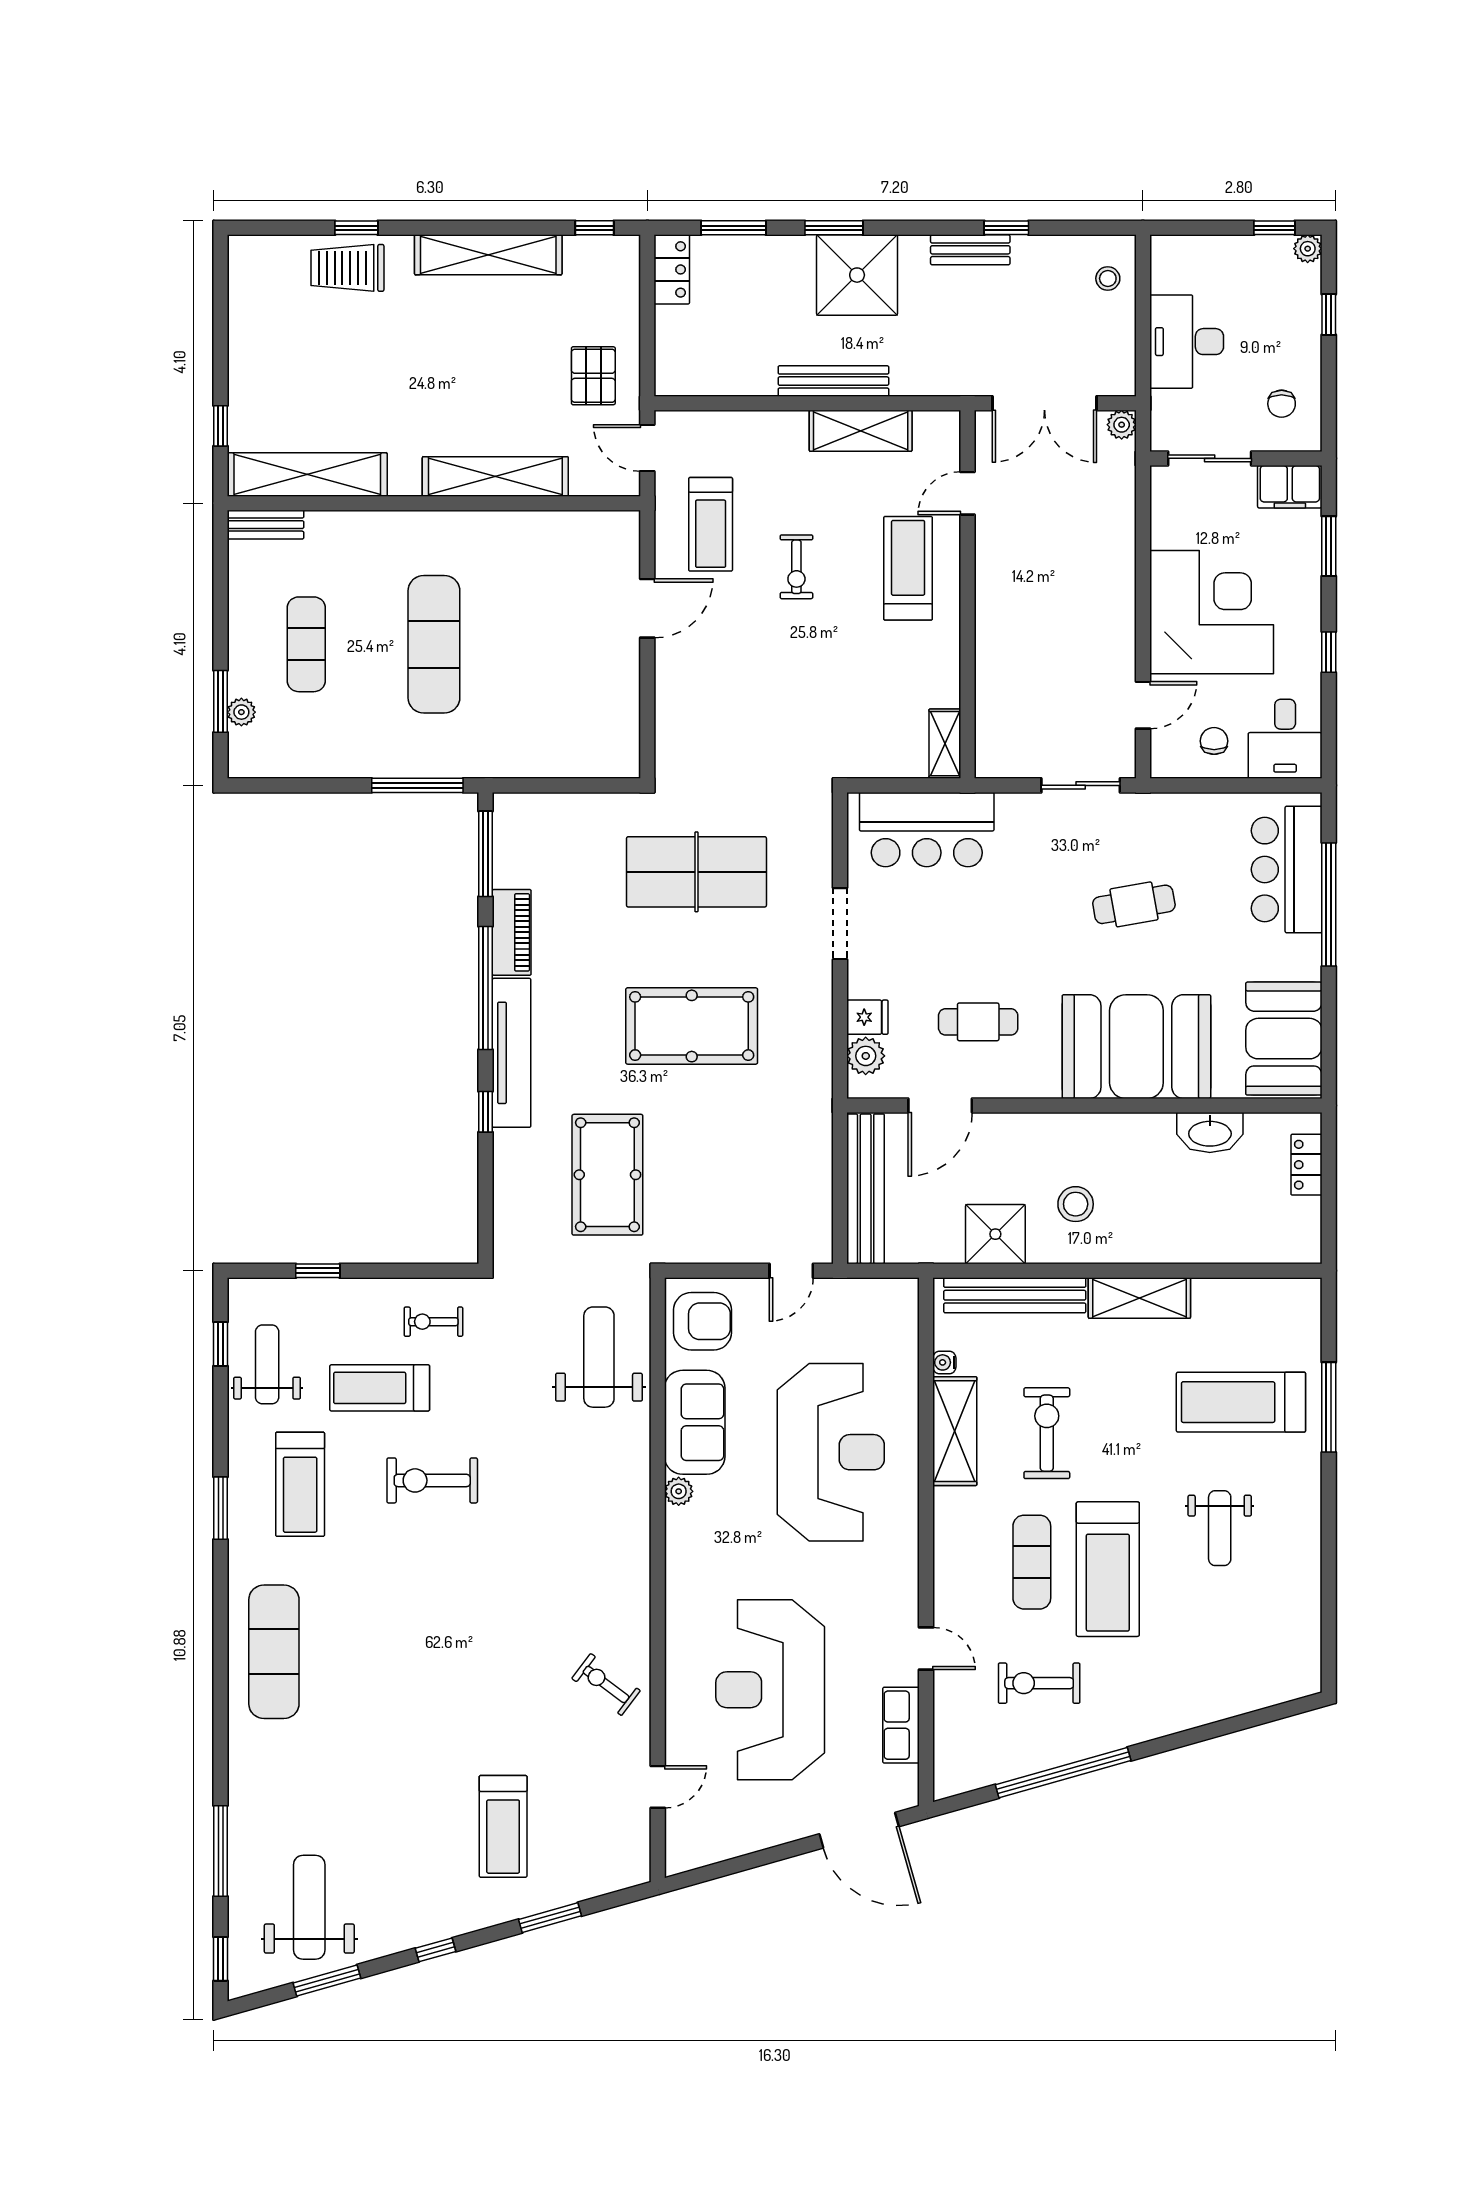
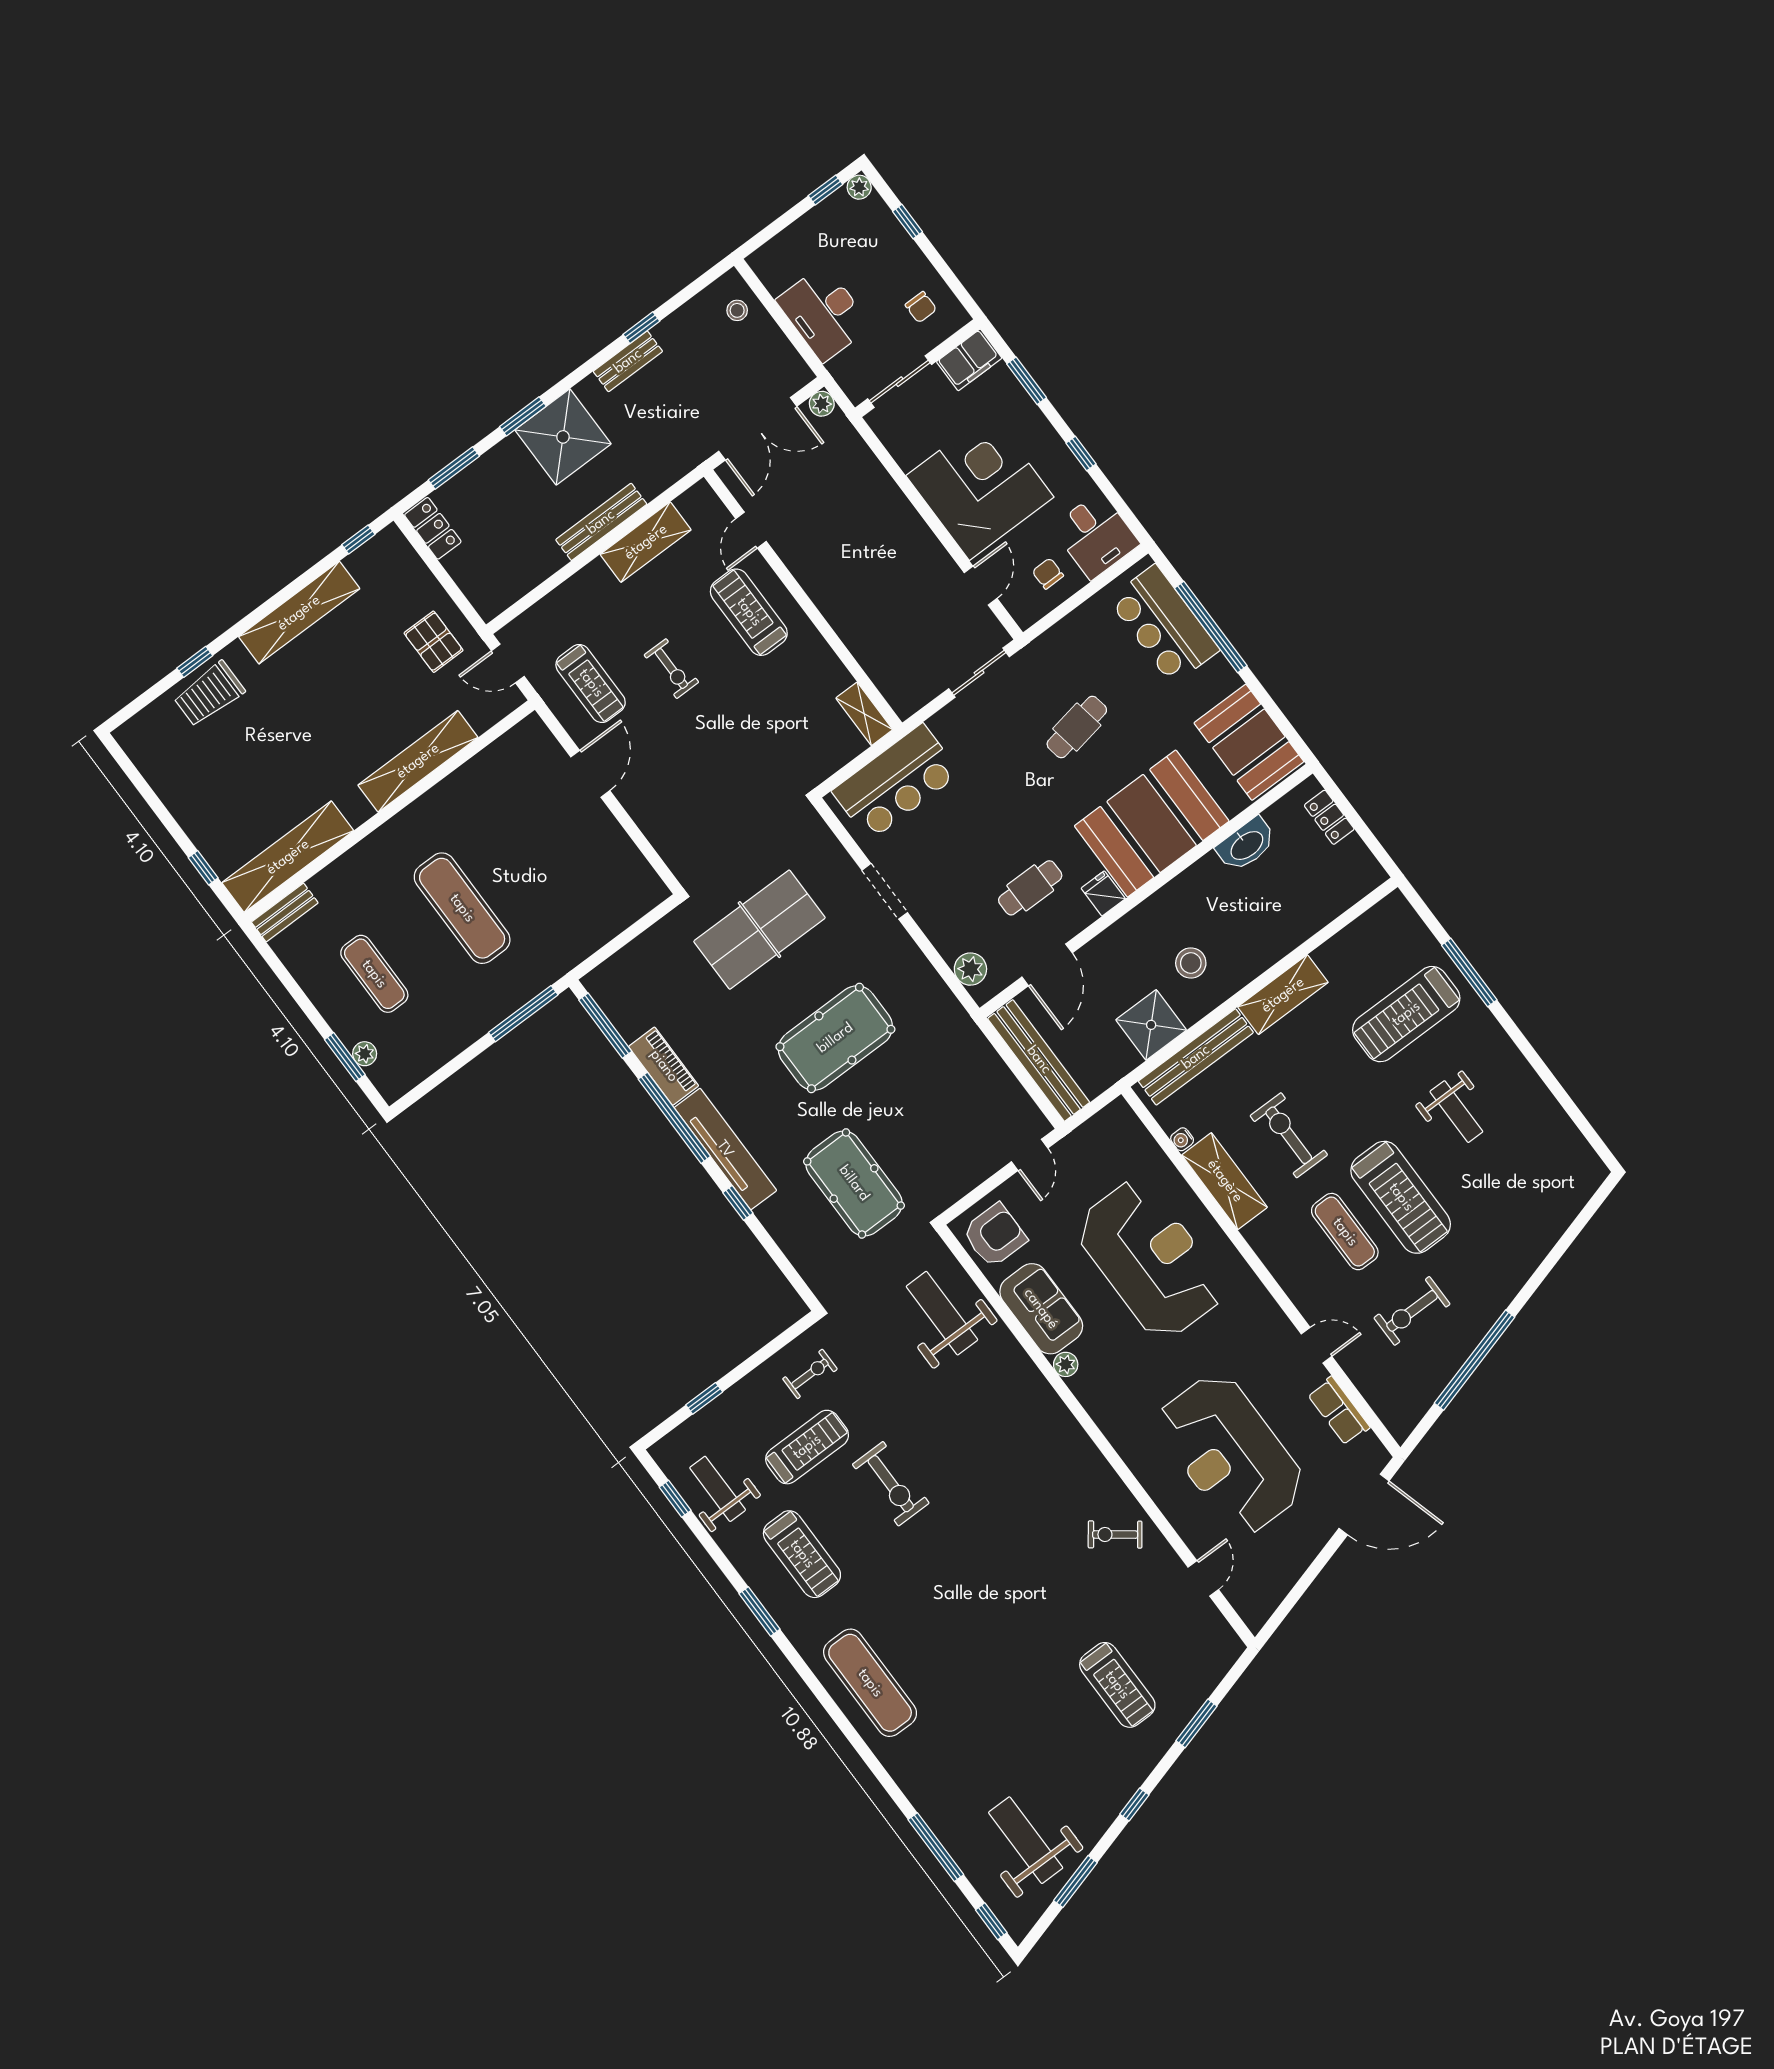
fridge: (867, 1017) -> (1103, 893), moved, turned -90
exercise bike: (433, 1322) -> (810, 1374), turned 180
treadmill: (380, 1388) -> (807, 1447), turned 180
exercise bike: (432, 1480) -> (891, 1484), turned -90

